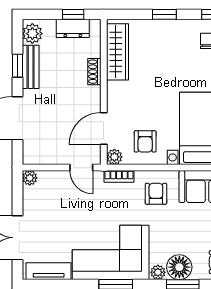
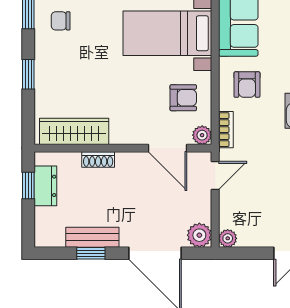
plant: (32, 34) -> (199, 235), moved
armchair: (156, 194) -> (247, 85), turned -90

